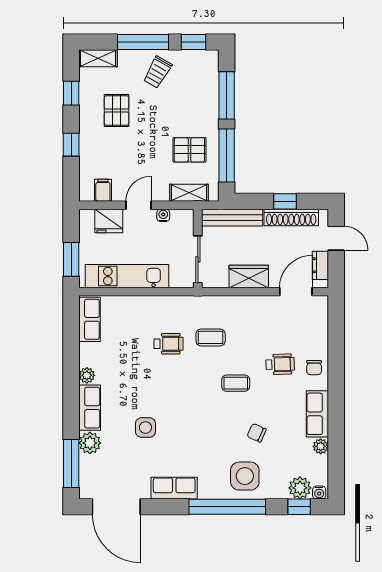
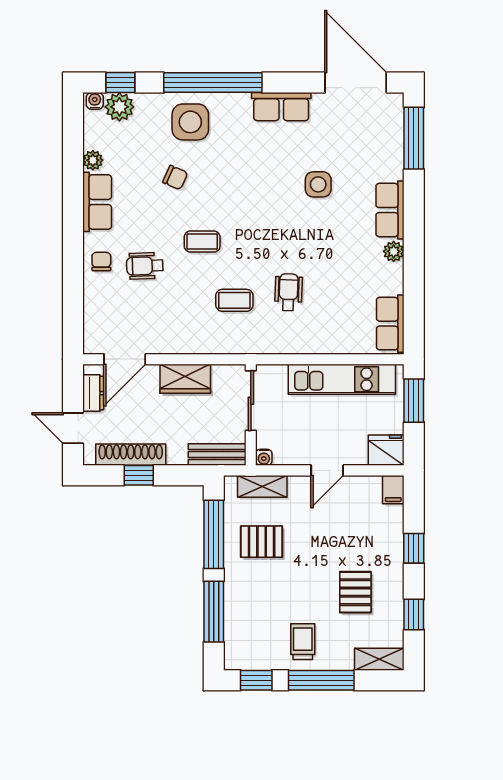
trolley: (157, 72) -> (303, 642), turned -30
filing cabinet: (103, 190) -> (393, 490), moved
water cooler: (163, 215) -> (264, 457), moved
bench: (232, 218) -> (217, 454), width x0.73
fridge: (109, 221) -> (386, 450), moved
wheelchair: (168, 344) -> (289, 292), turned 92
plant: (90, 443) -> (390, 165), removed

